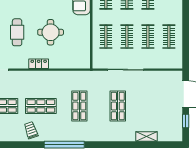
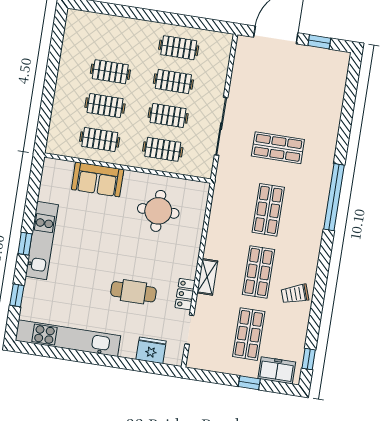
round table: (51, 32) -> (158, 211), moved
locker: (39, 64) -> (185, 294), moved
shop shelf: (79, 106) -> (268, 210), turned 90
shelving: (146, 136) -> (207, 277), moved
window: (64, 145) -> (334, 197), moved

